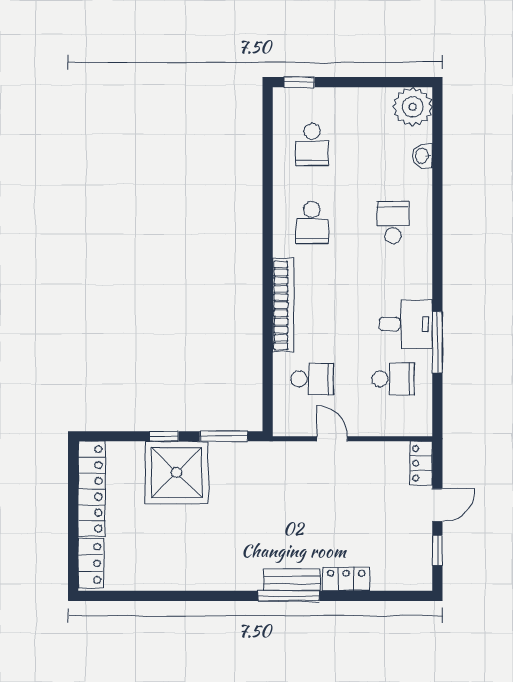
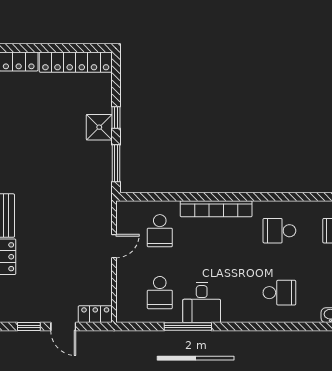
shower: (177, 473) -> (99, 127), width x0.54, depth x0.54

